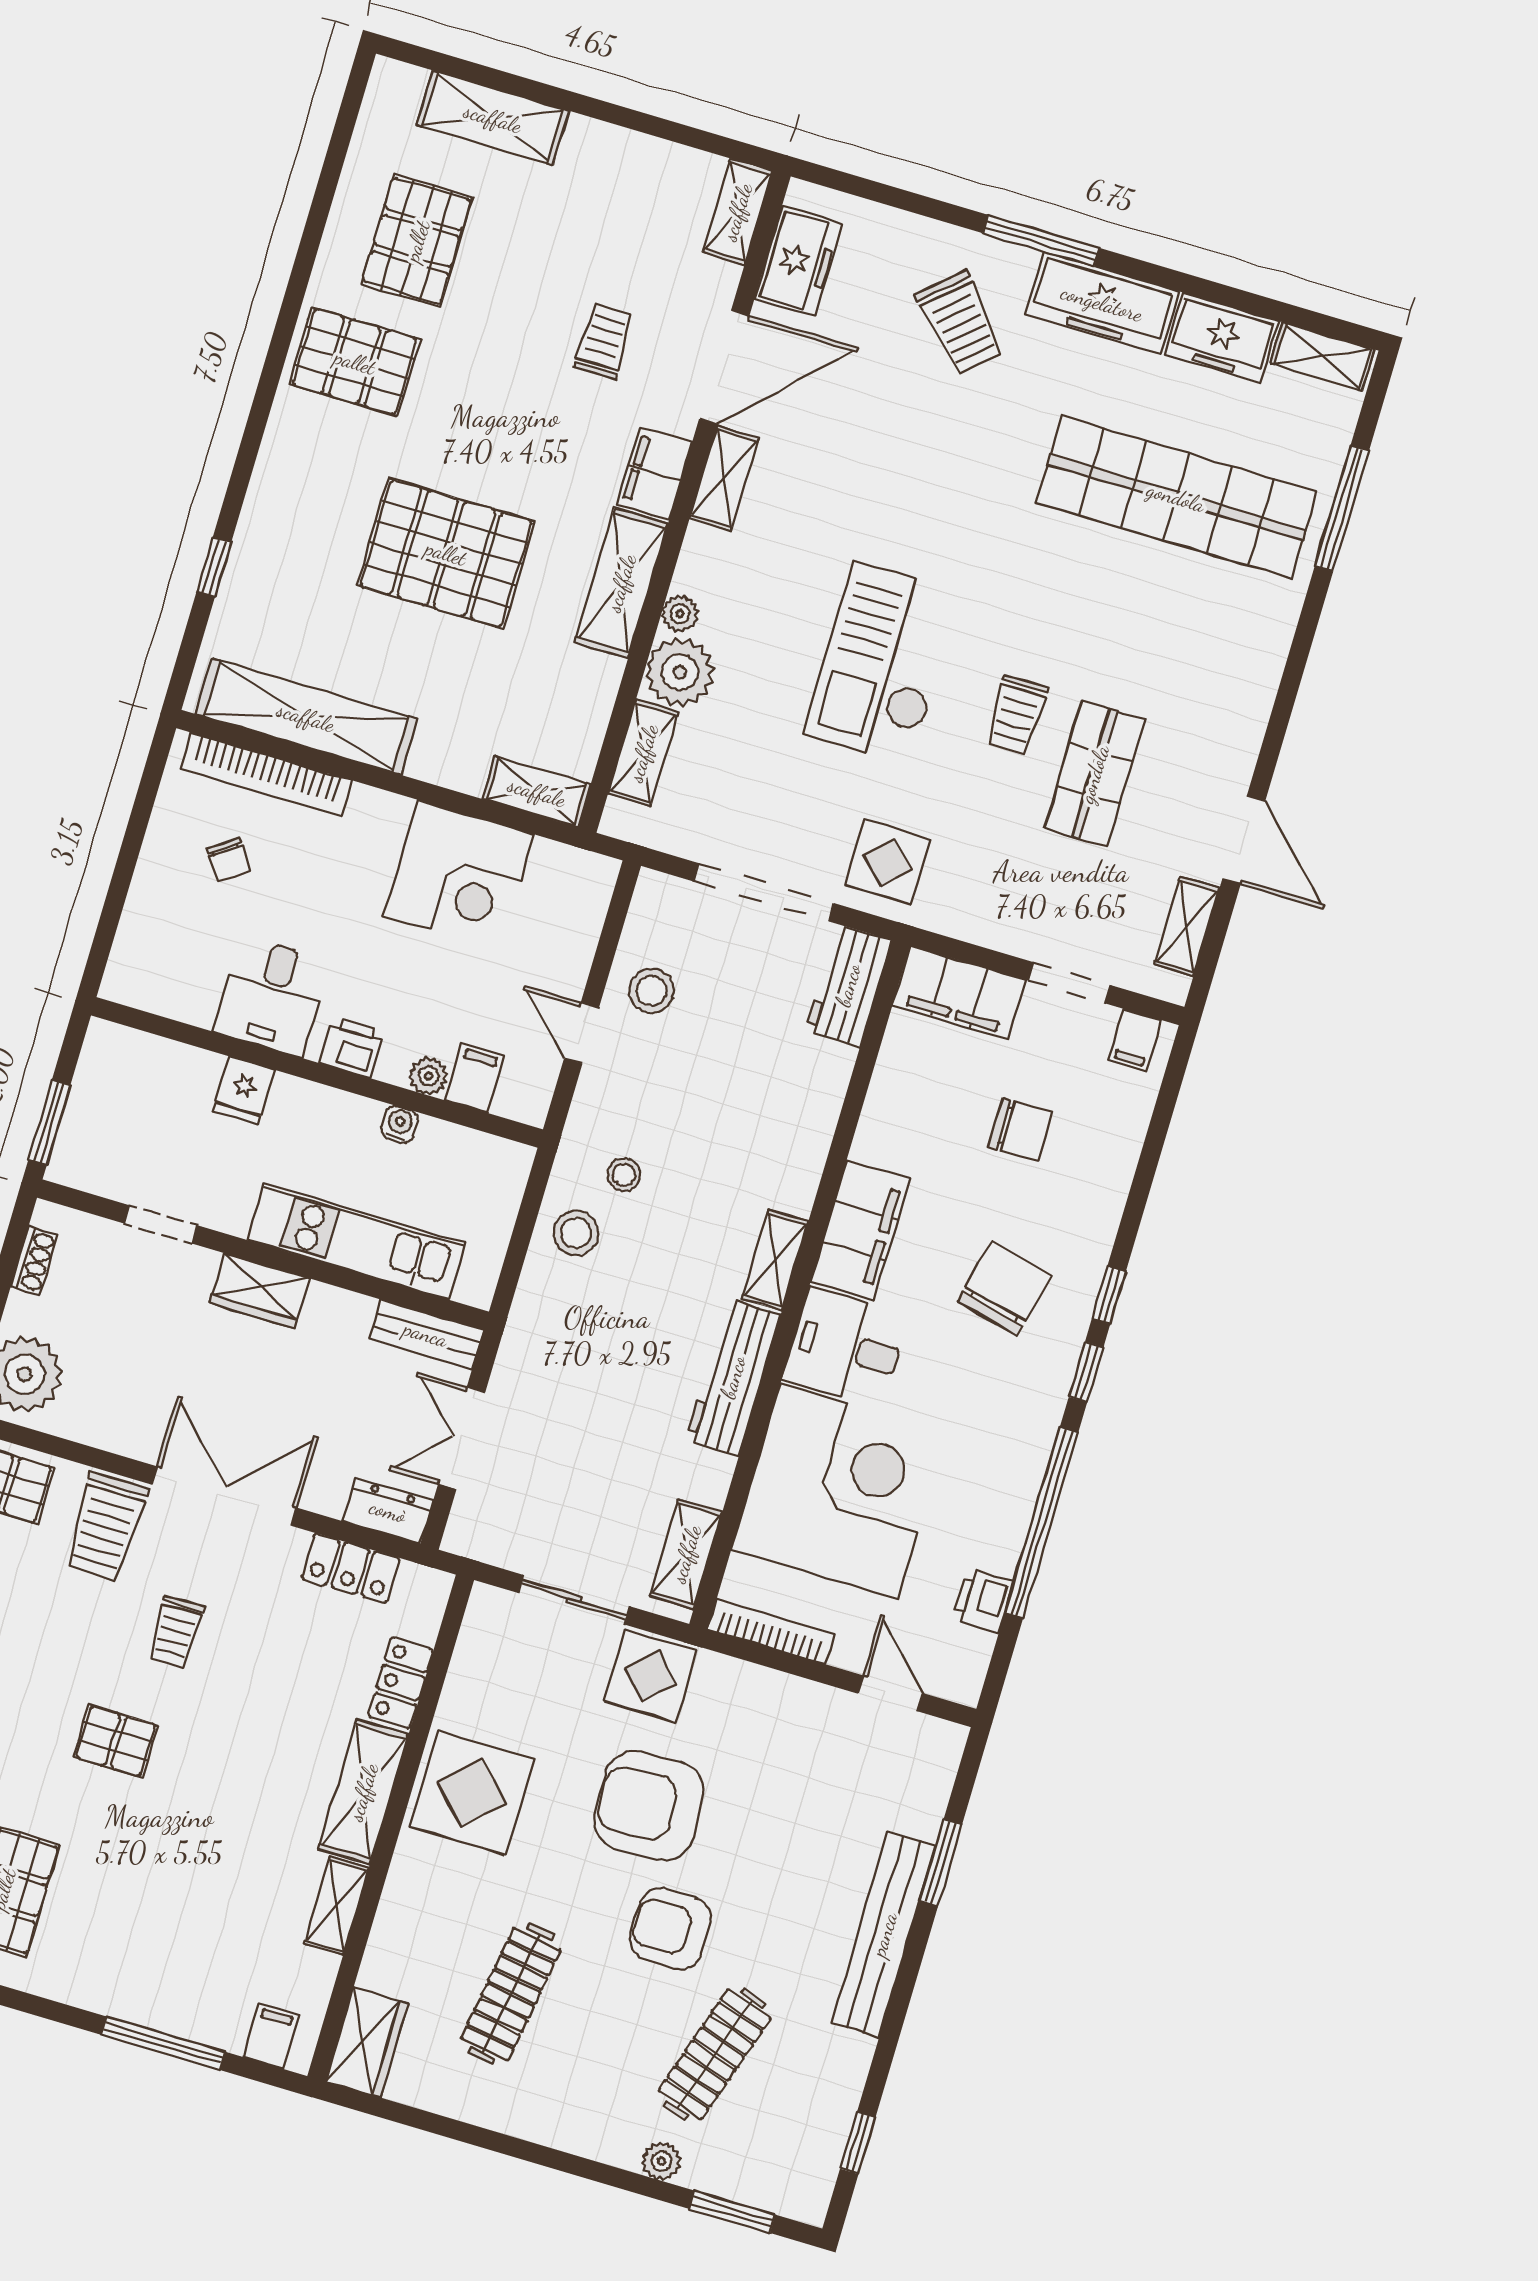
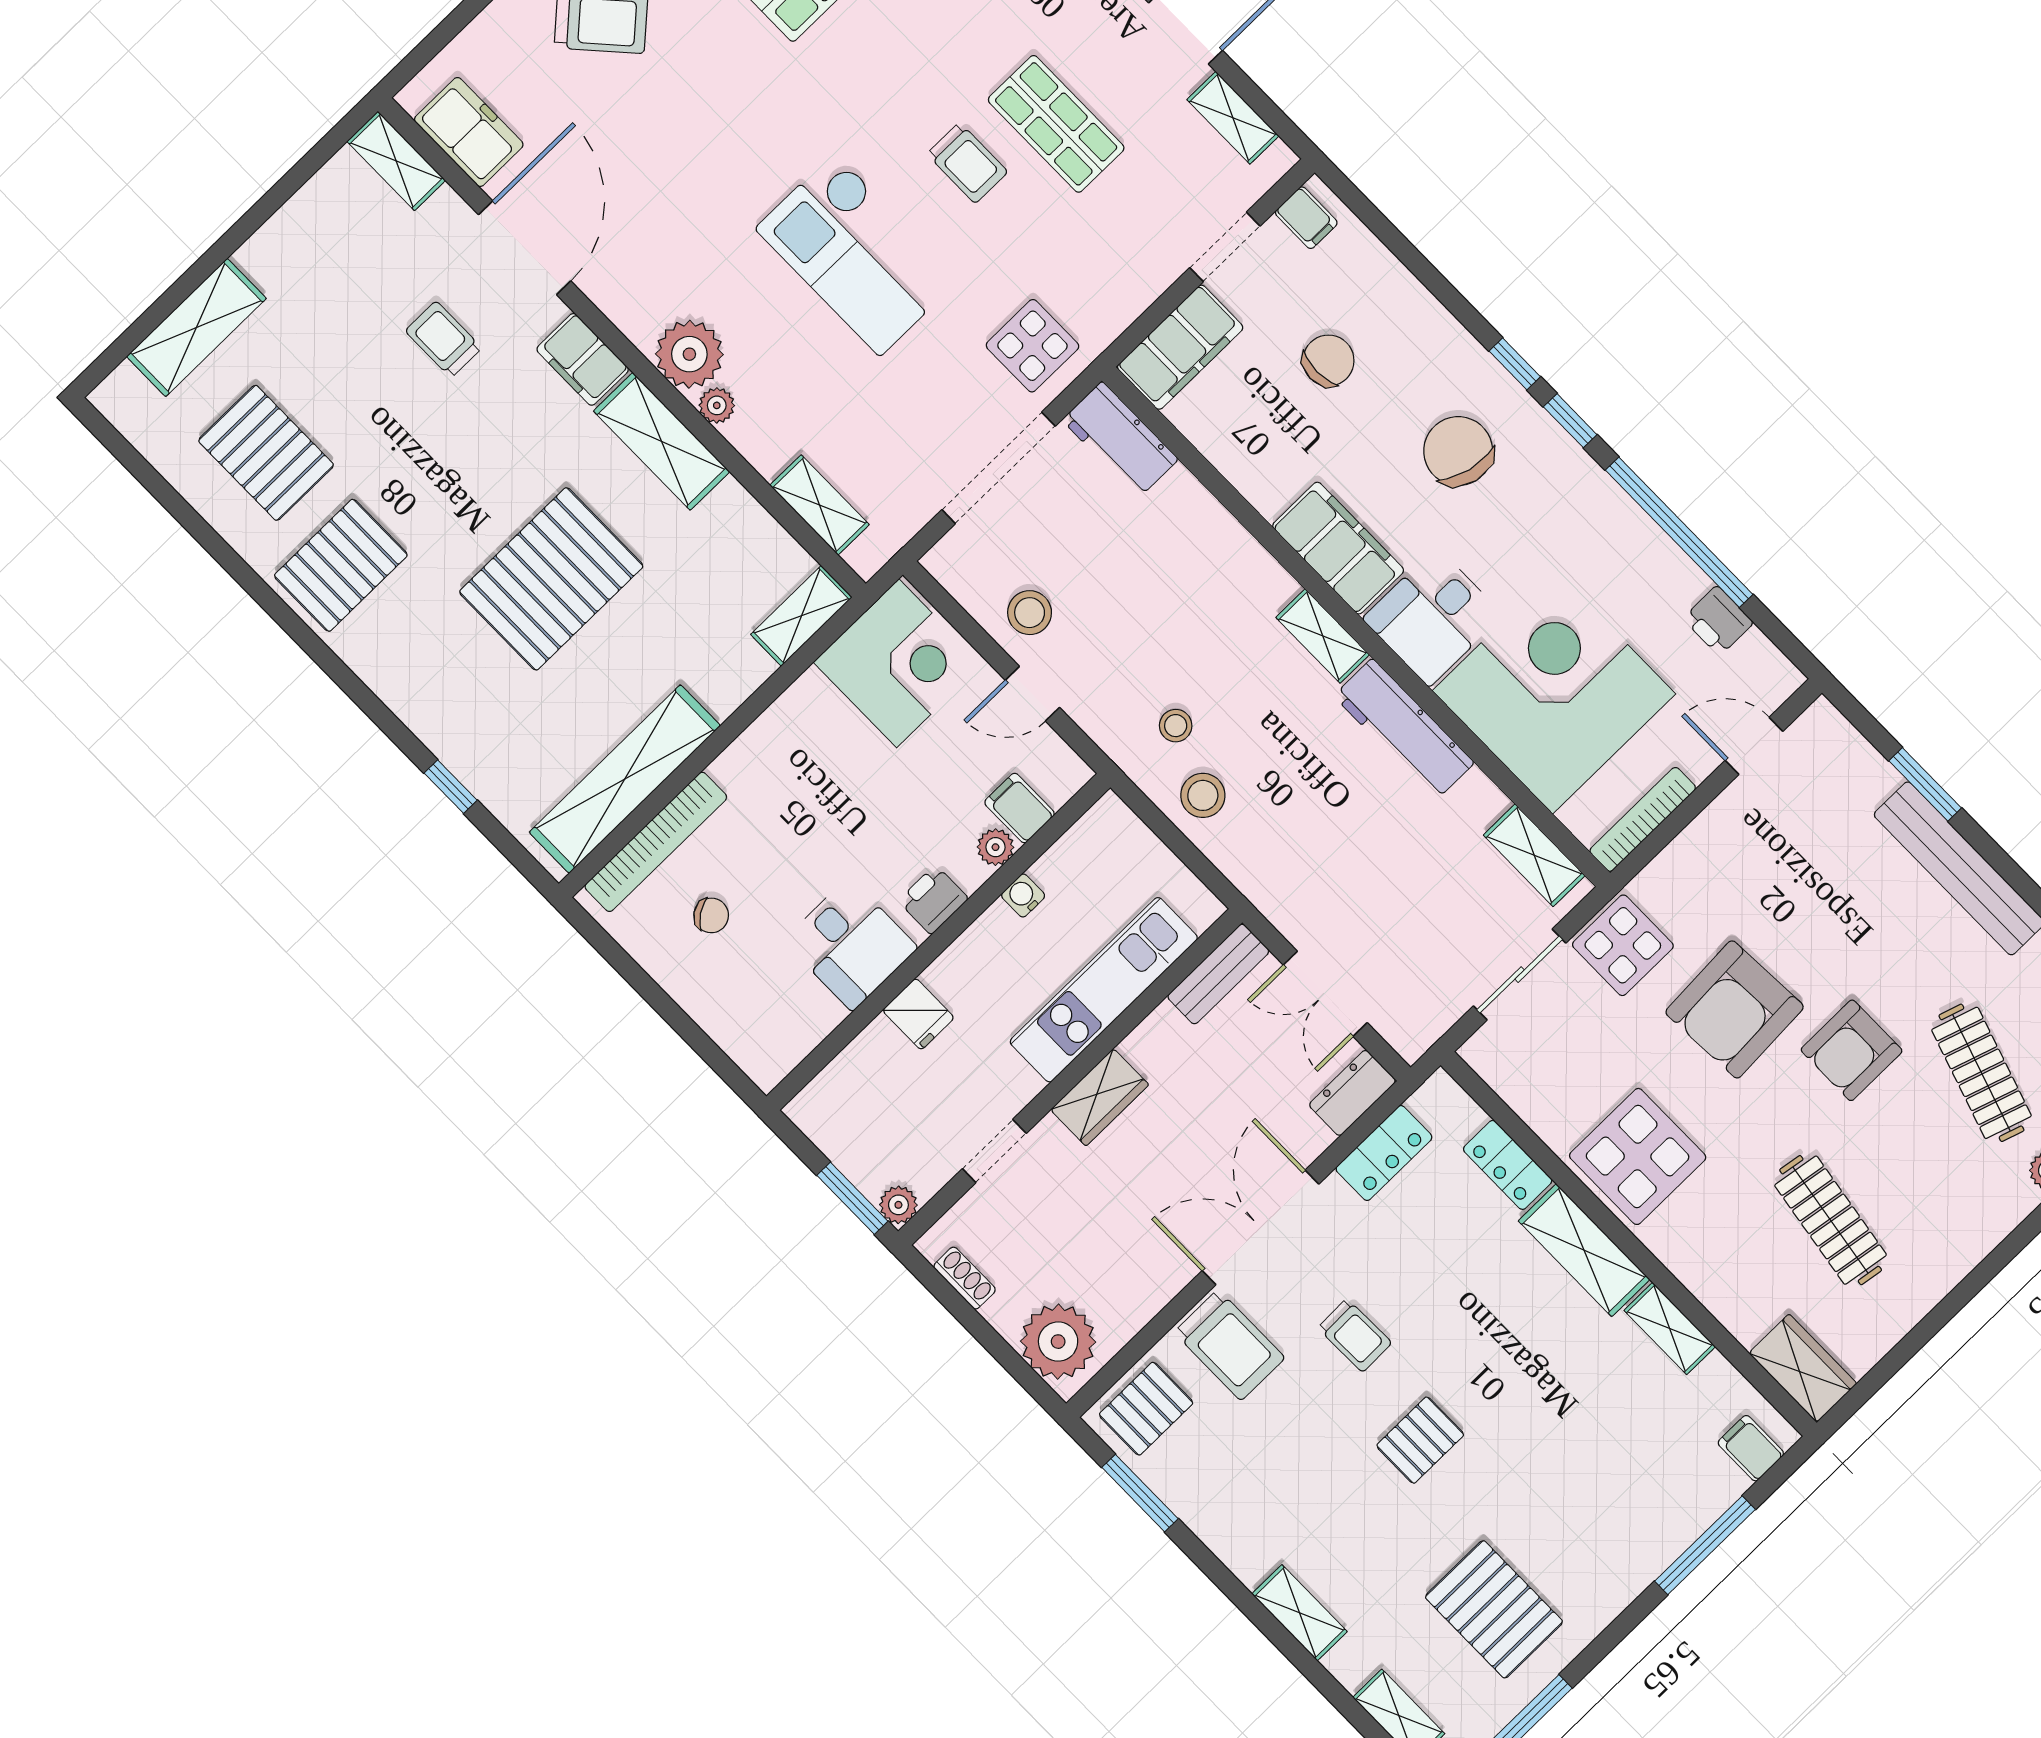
shelving: (724, 478) -> (620, 302), removed
plant: (680, 672) -> (689, 354), moved
corner desk: (459, 875) -> (898, 663), moved
plant: (66, 1167) -> (898, 1205), added

